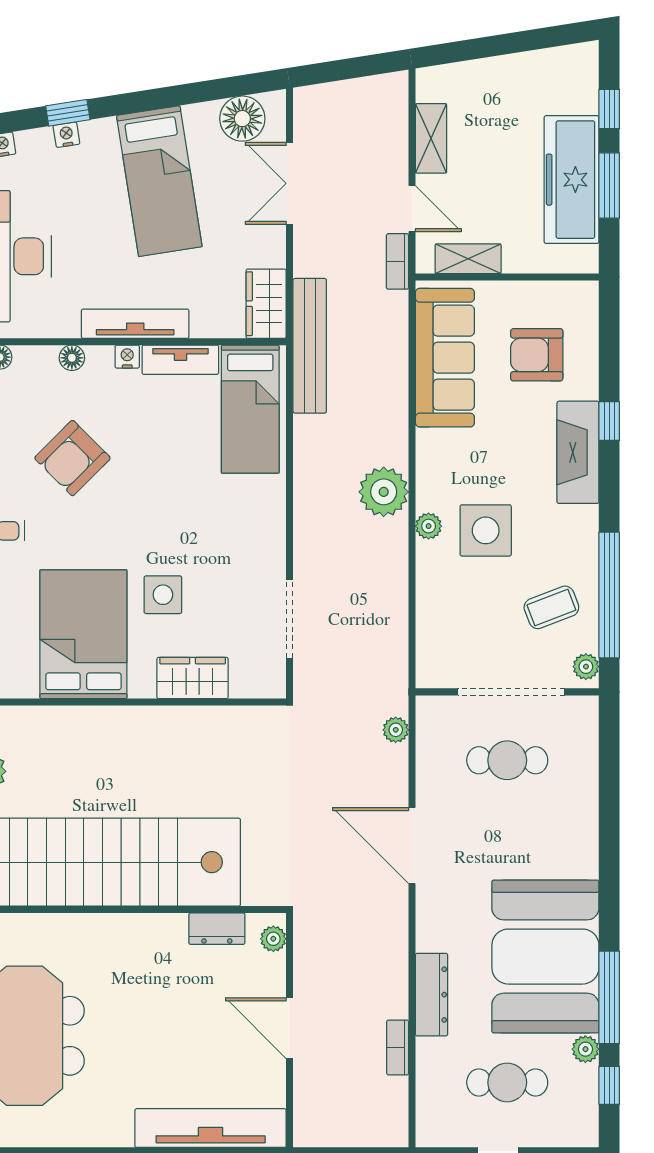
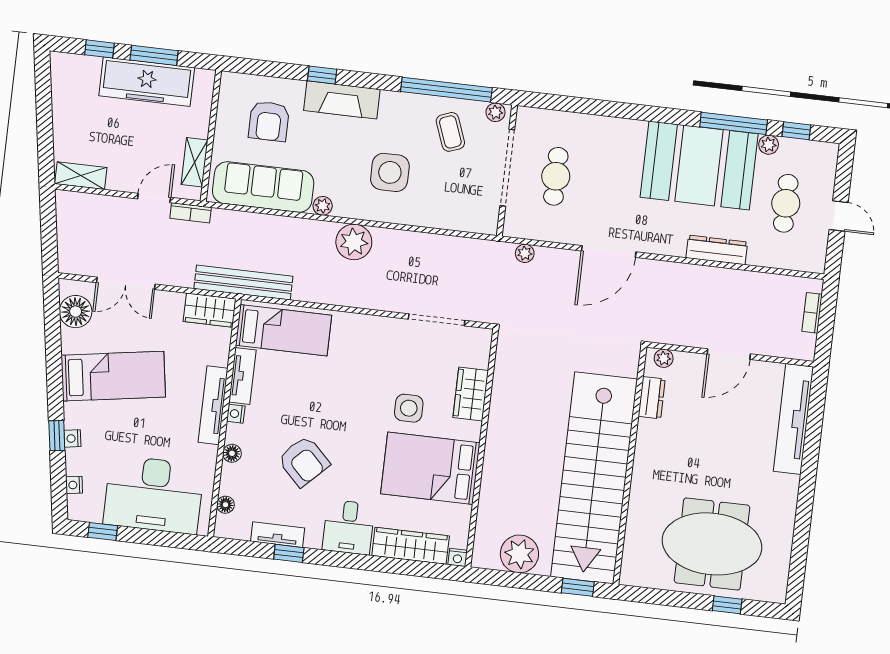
shelving: (431, 138) -> (81, 176), moved
plant: (429, 526) -> (323, 206), moved
bookcase: (398, 1047) -> (812, 313), moved, turned 90

